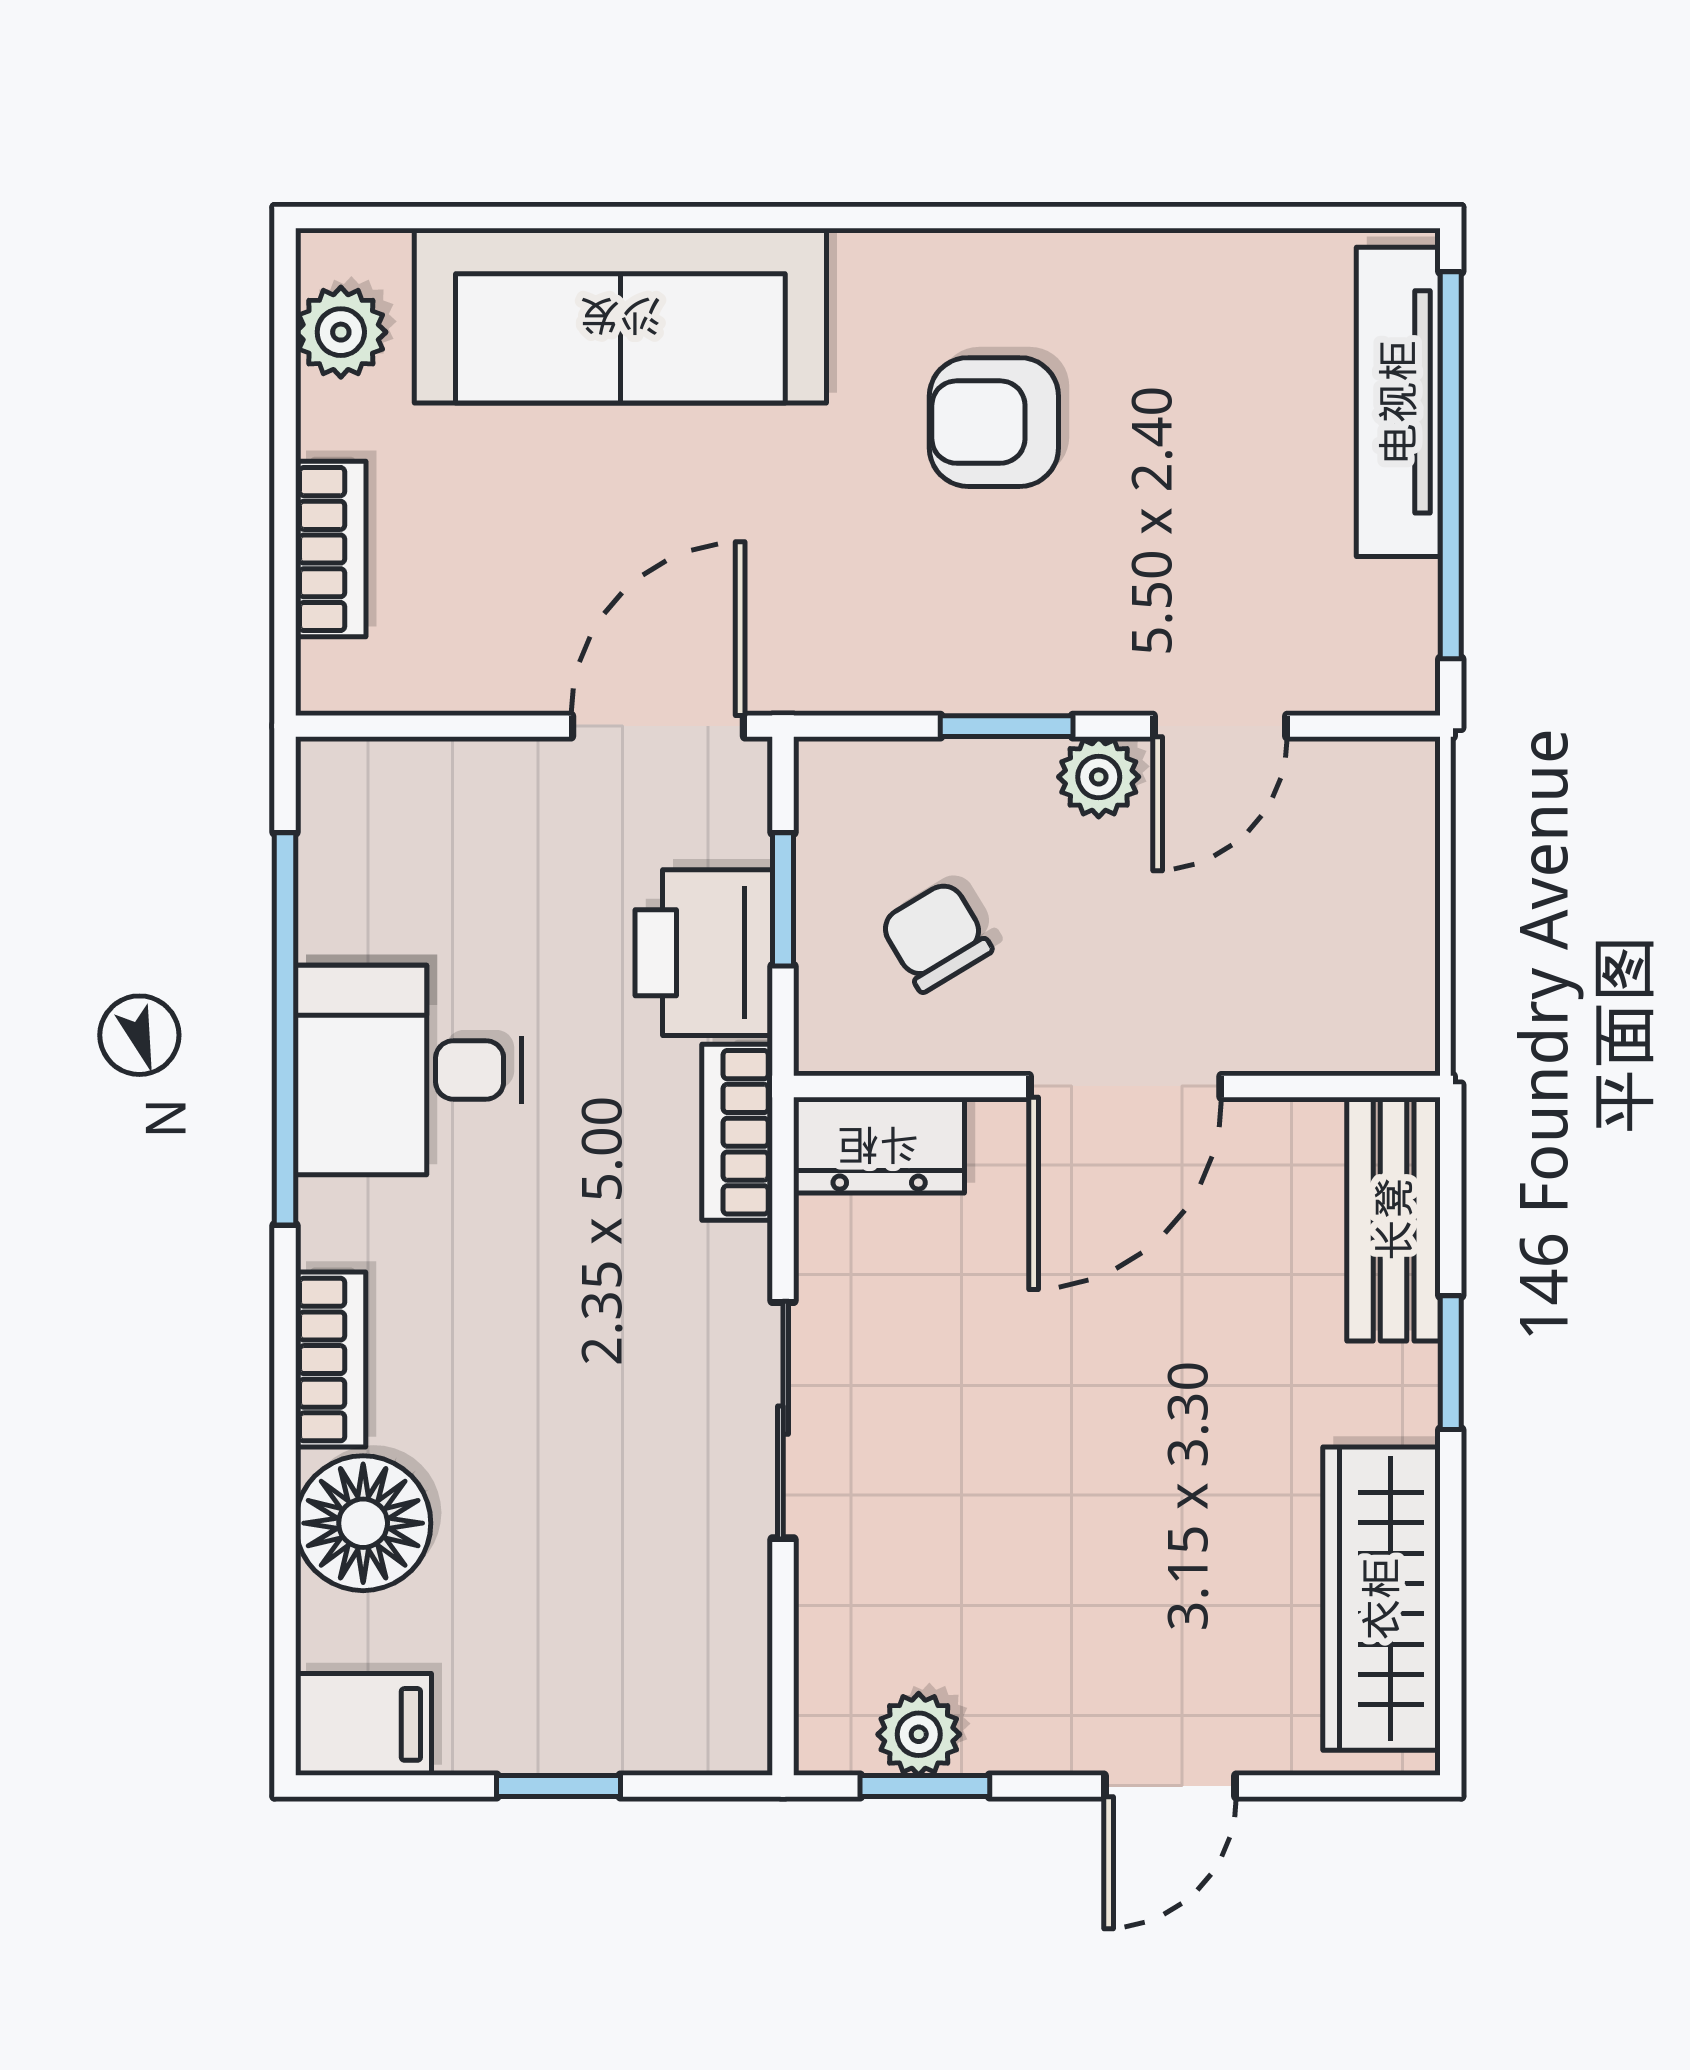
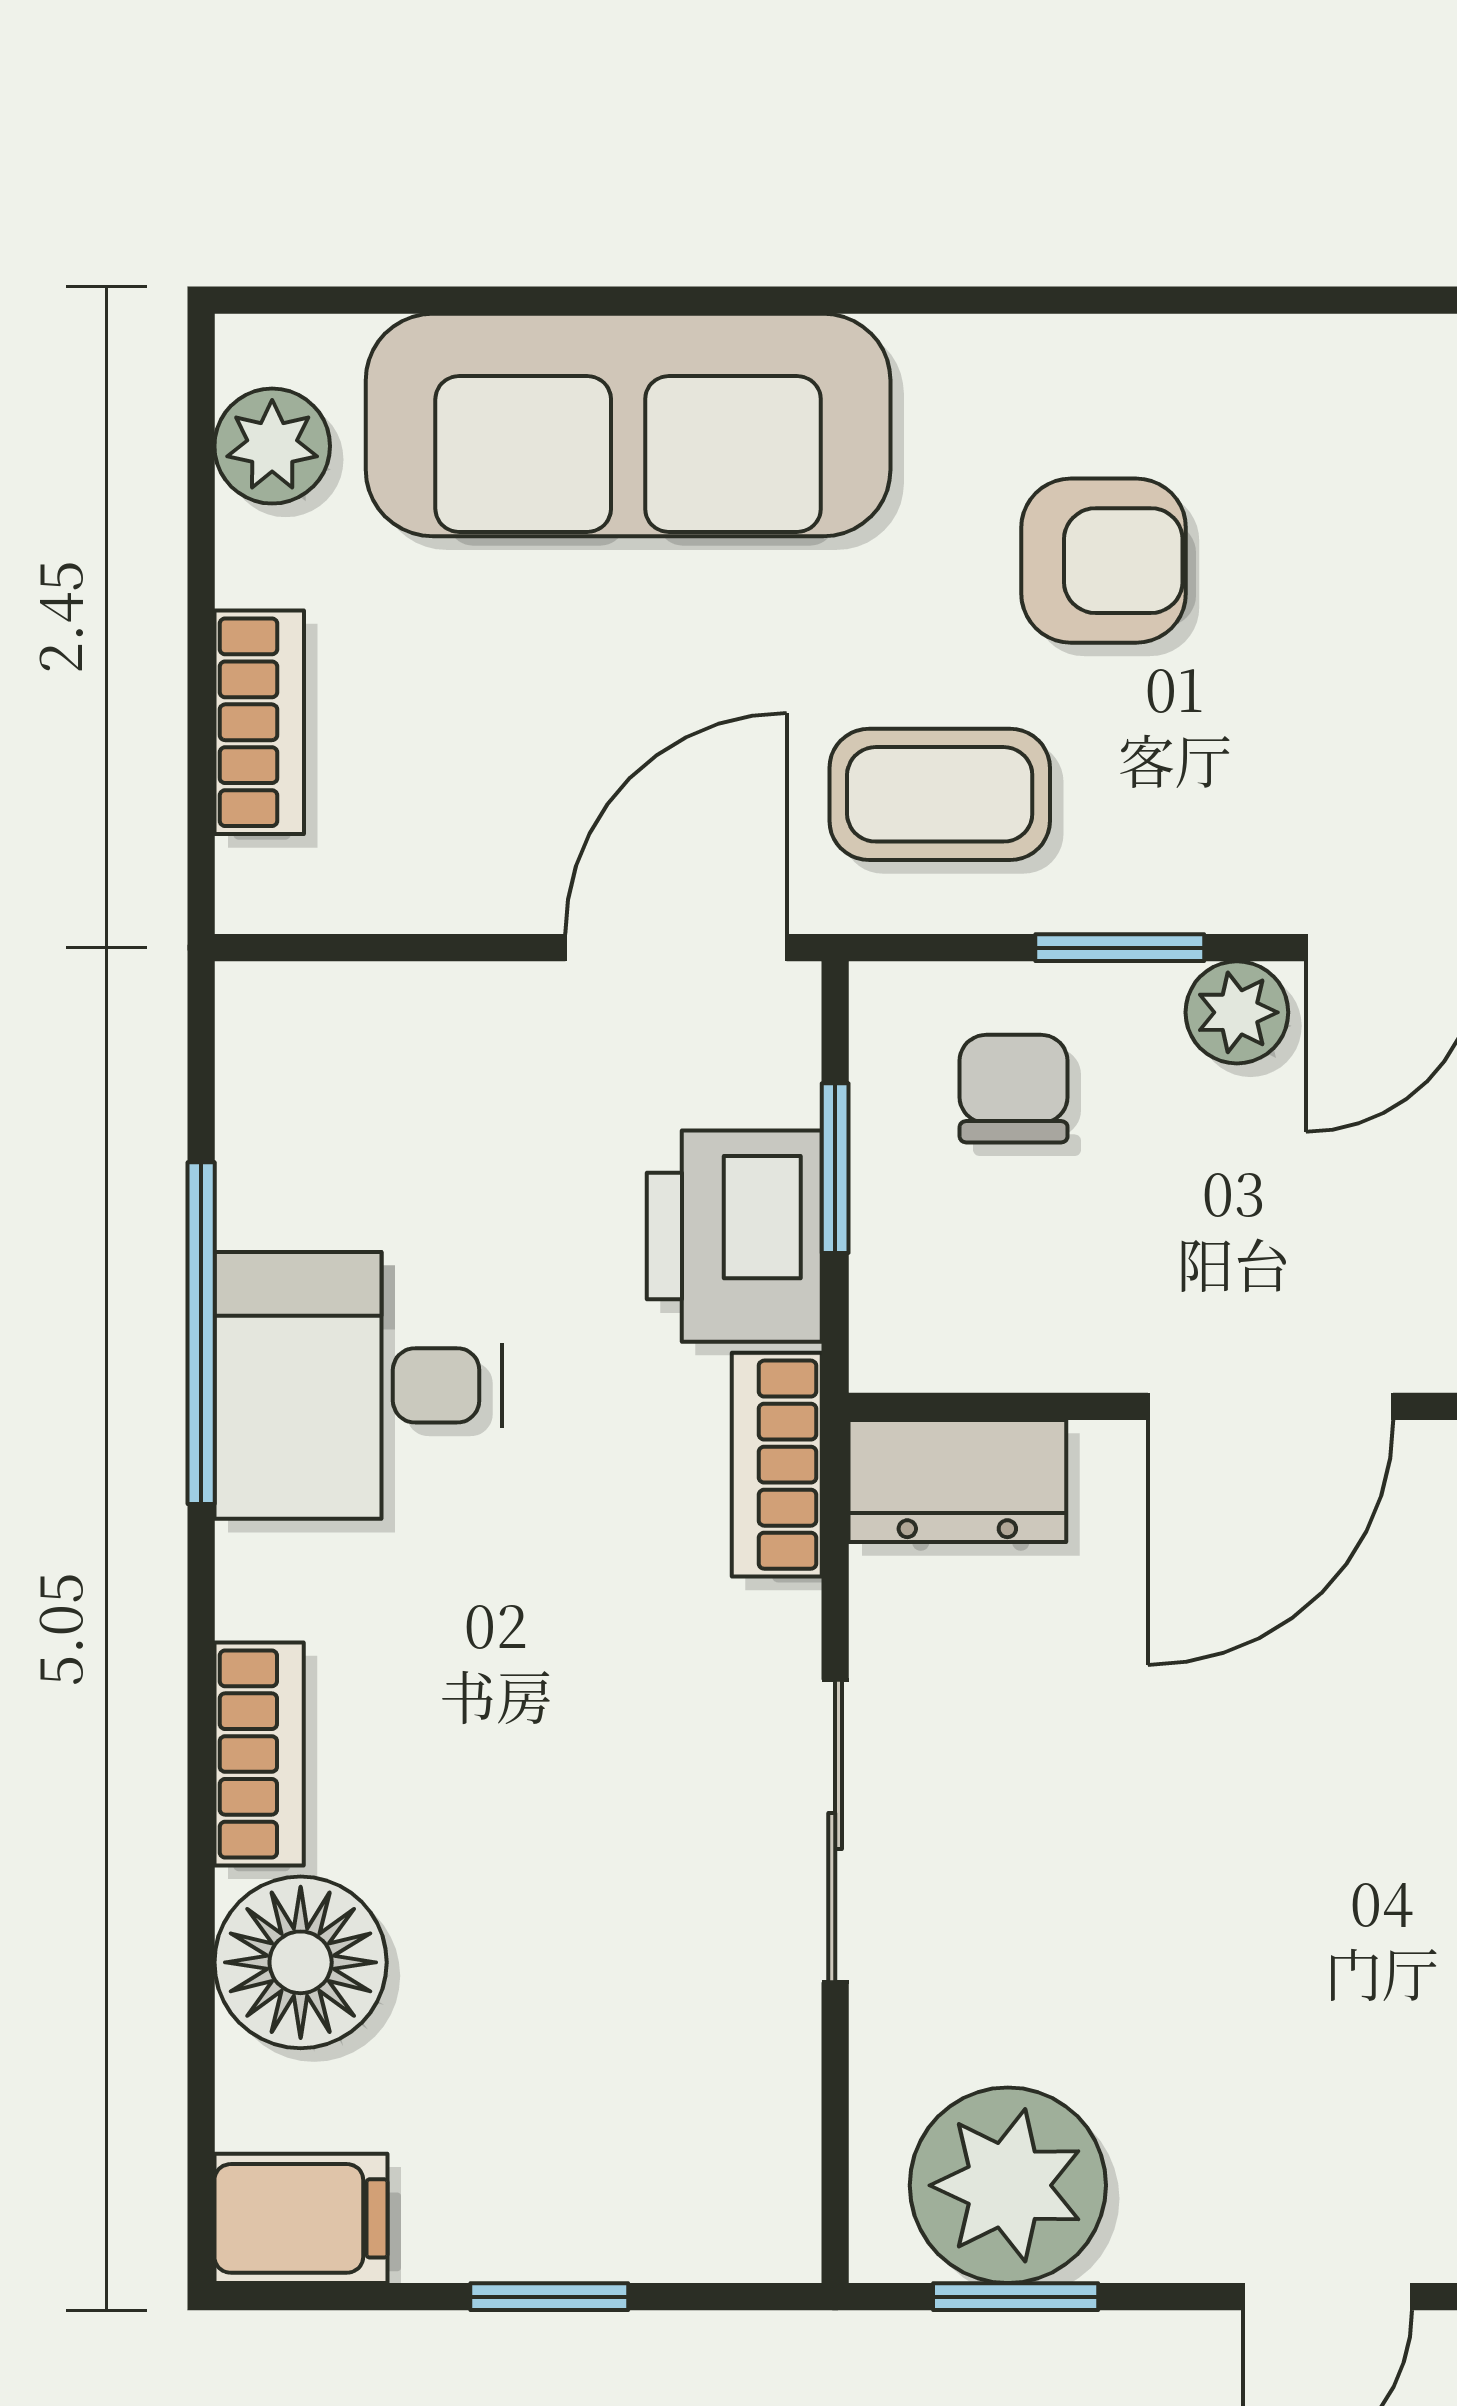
armchair: (994, 422) -> (1104, 561), turned 180
coffee table: (865, 606) -> (940, 794), added
chair: (936, 936) -> (1014, 1089), moved, turned 31
window: (285, 1029) -> (201, 1333), width x0.68
plant: (919, 1734) -> (1008, 2185), width x1.88, depth x1.88

